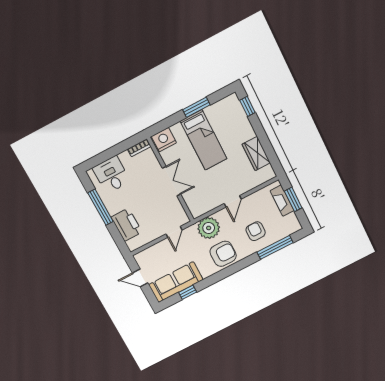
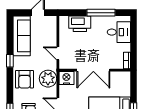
nightstand: (164, 140) -> (66, 78), moved, turned -90
double door: (172, 181) -> (93, 70), width x1.37
window: (188, 292) -> (10, 61), moved

